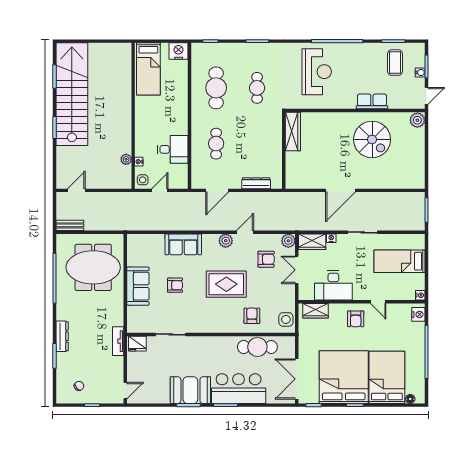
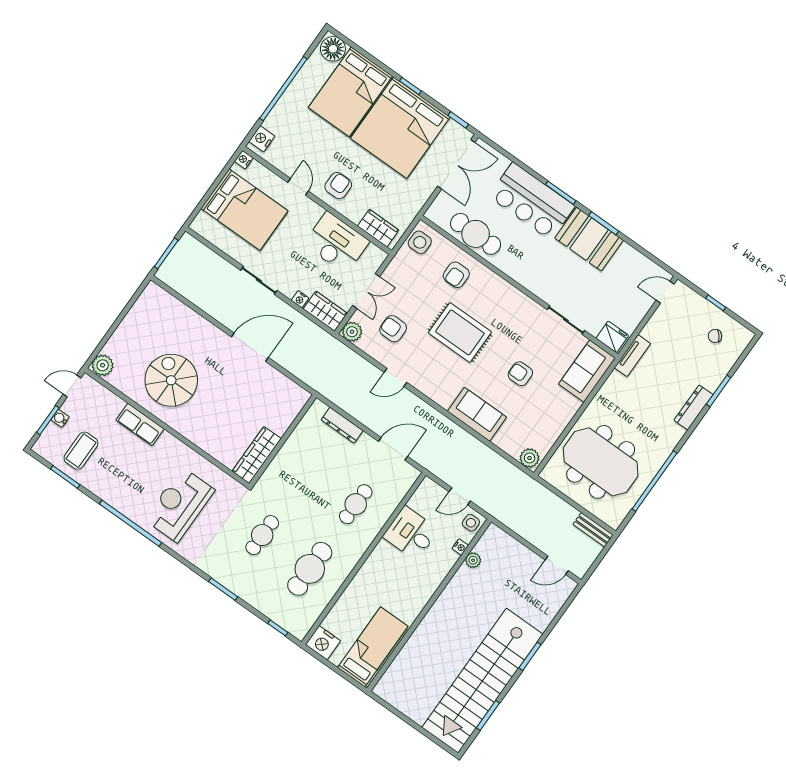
plant: (226, 241) -> (530, 458), moved
bed: (399, 261) -> (245, 210), width x1.50
sofa: (138, 286) -> (587, 371), moved
floor lamp: (410, 399) -> (333, 49), width x1.89, depth x1.89

